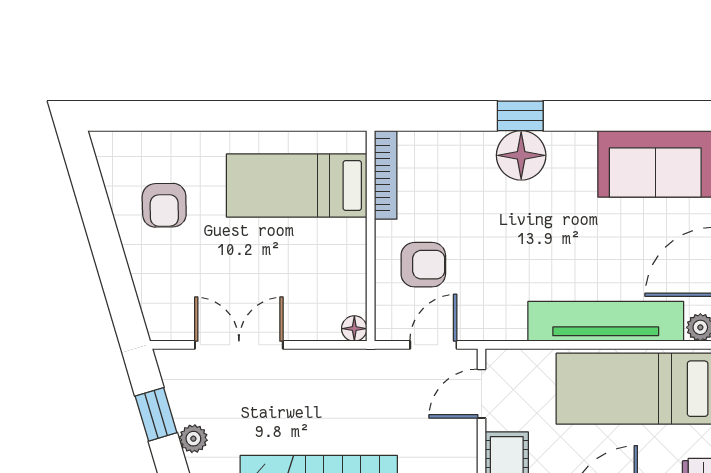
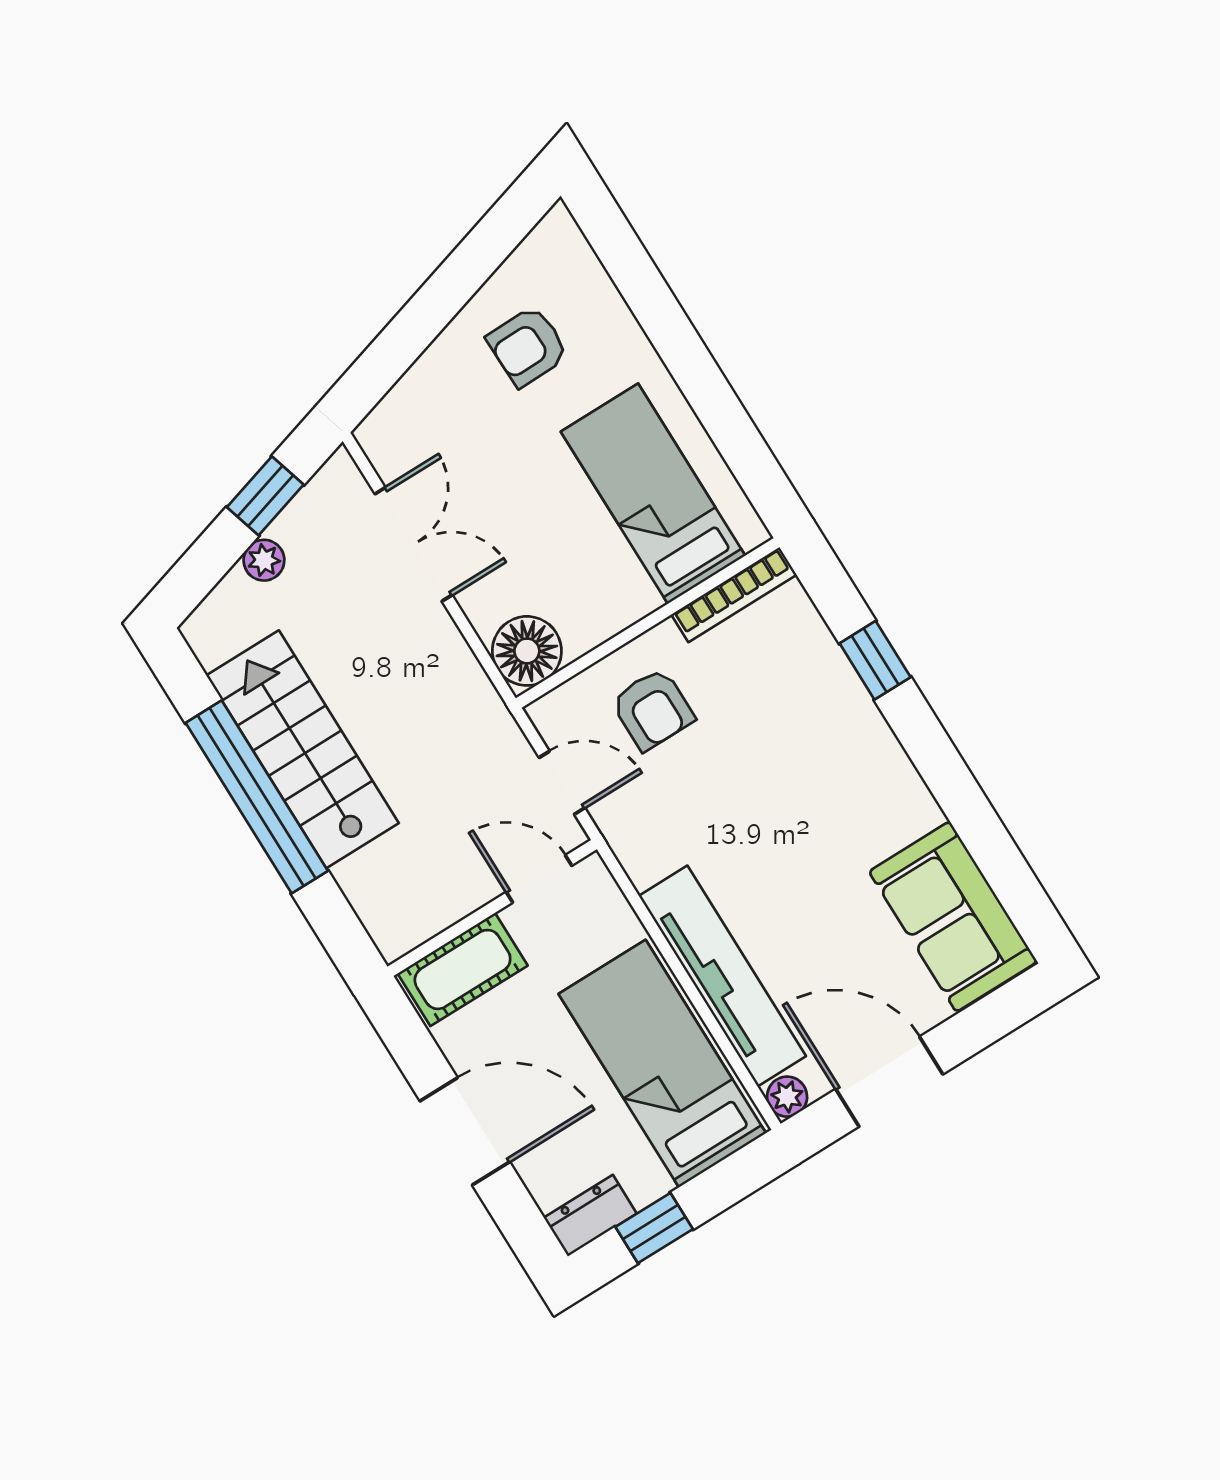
window: (520, 116) -> (875, 660), moved
floor lamp: (521, 155) -> (861, 746), removed
floor lamp: (354, 329) -> (527, 651), width x1.89, depth x1.89

